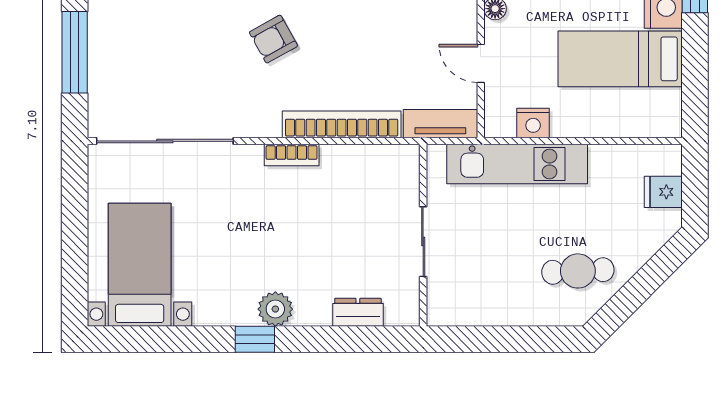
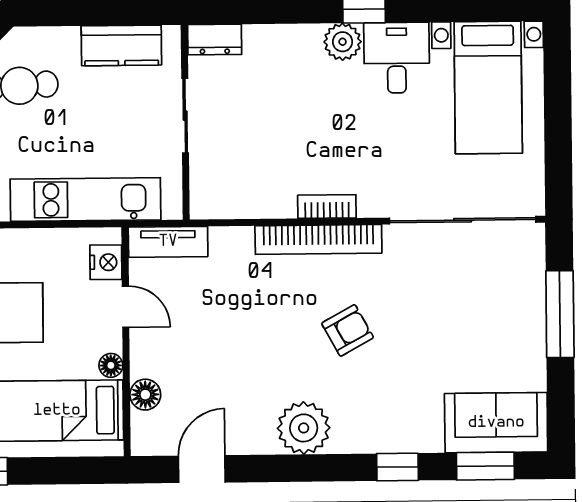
nightstand: (533, 123) -> (106, 262), moved, turned 90
bookcase: (342, 124) -> (318, 239), moved
desk: (225, 294) -> (397, 58), added
kitchen counter: (482, 308) -> (121, 45), added
dresser: (358, 312) -> (215, 40), moved

